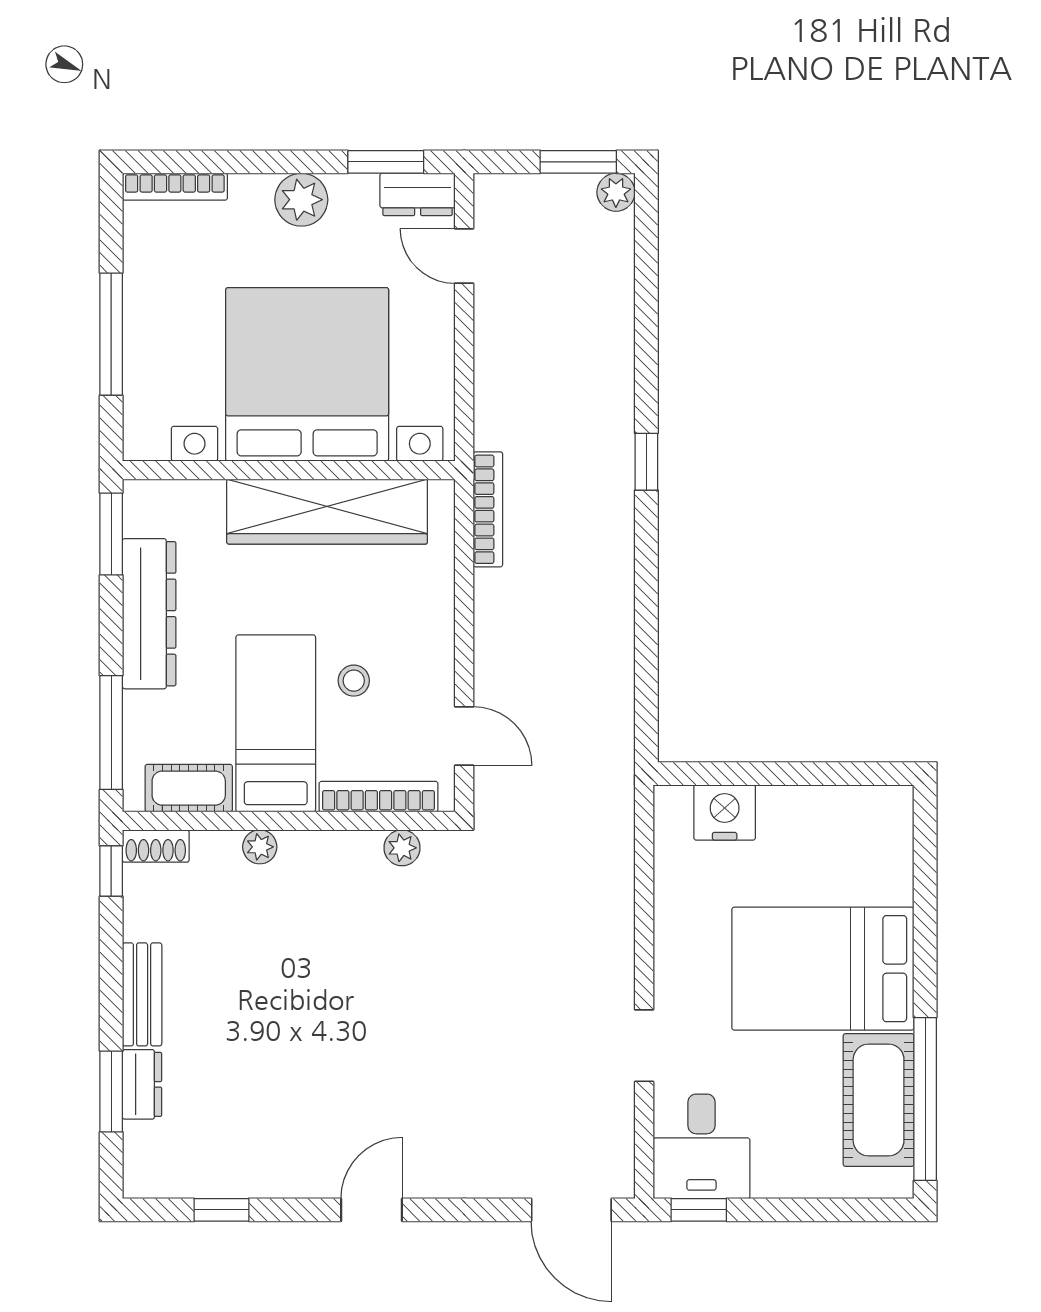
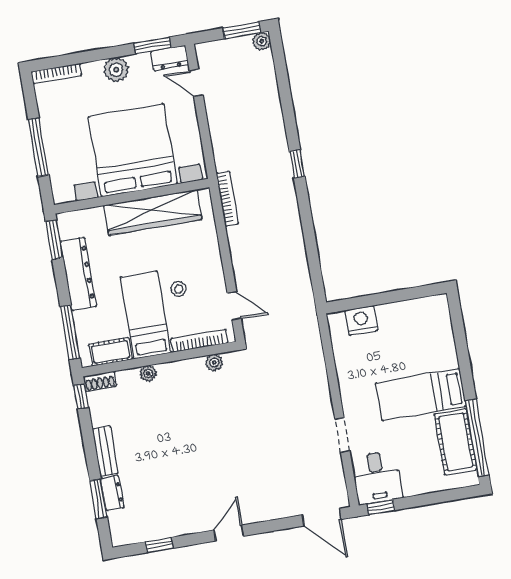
bed: (823, 969) -> (421, 395), width x0.67

